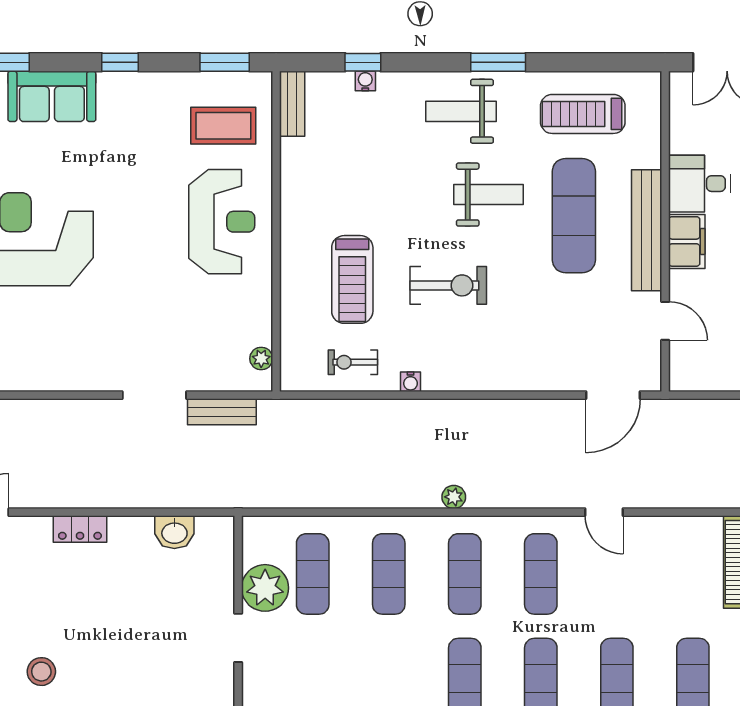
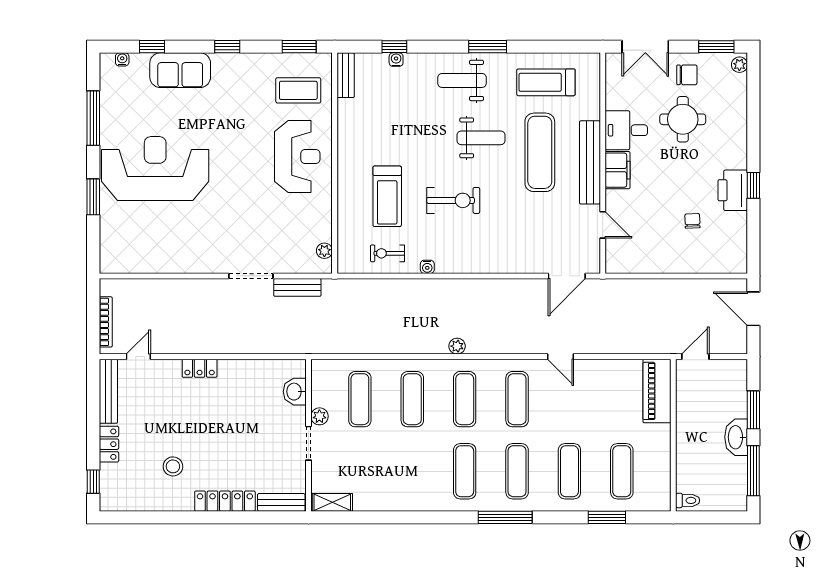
washbasin: (174, 532) -> (295, 392), moved, turned 90
plant: (265, 588) -> (319, 416), width x0.53, depth x0.53

